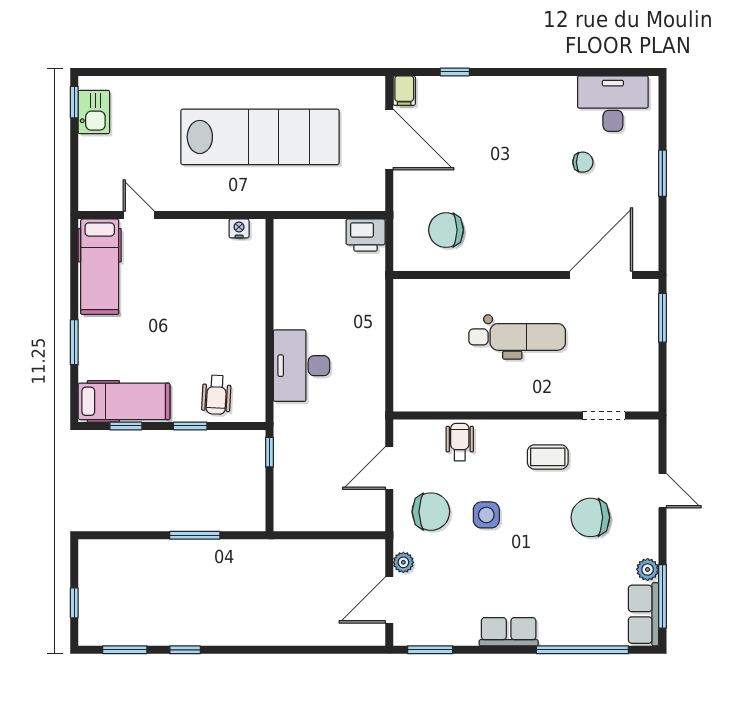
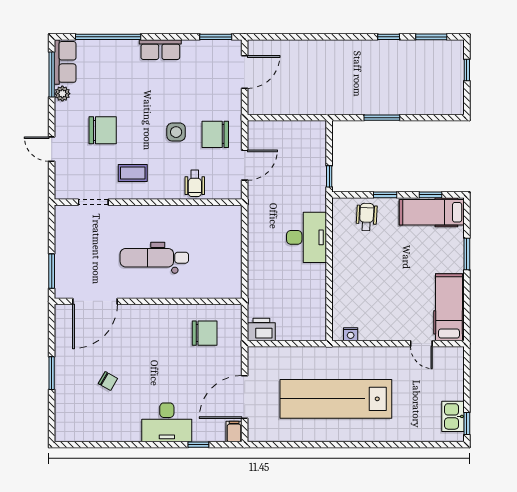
desk: (613, 104) -> (167, 422), moved
door: (389, 140) -> (245, 397), hinge flipped
chair: (583, 162) -> (108, 381), turned -150
plant: (403, 562) -> (235, 99), removed

